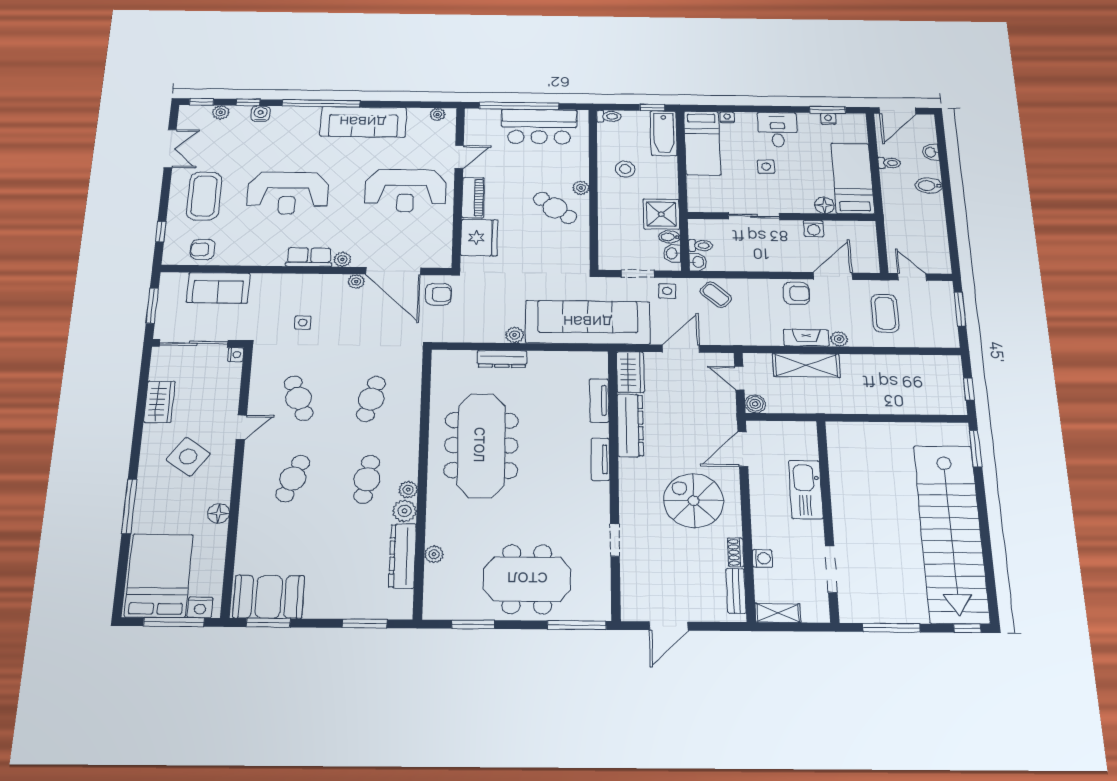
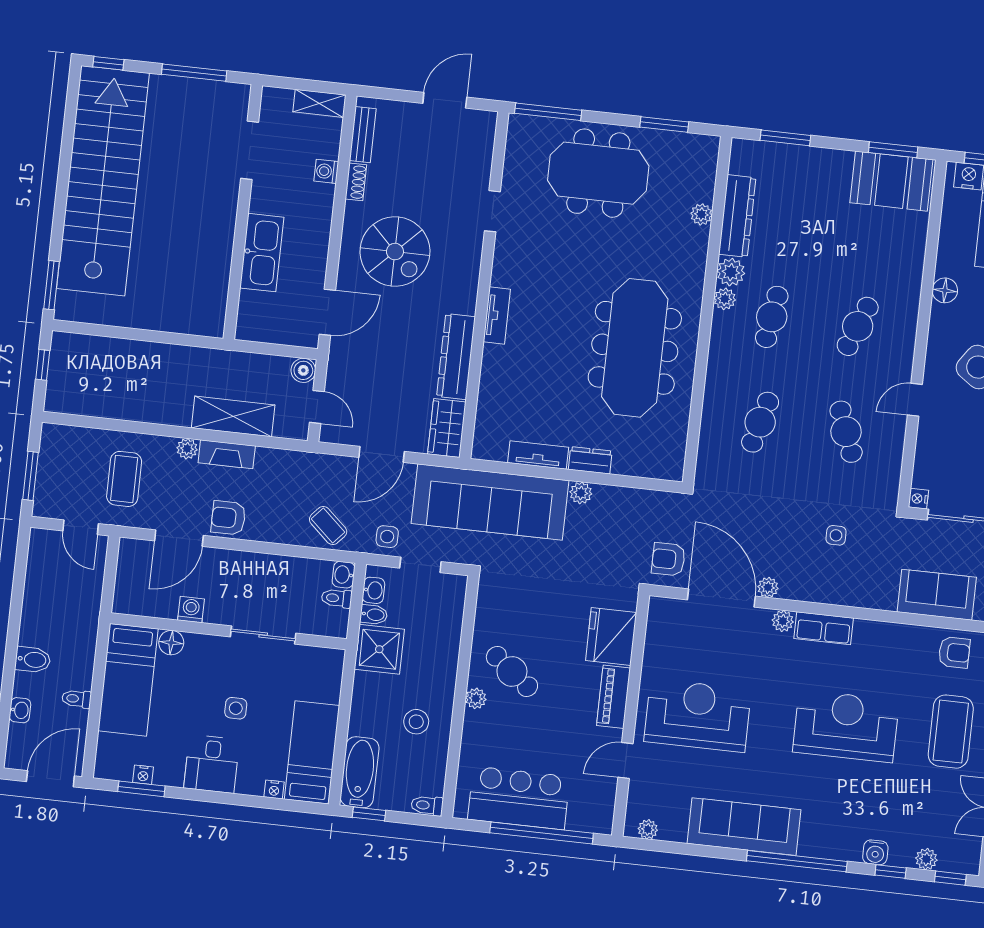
dresser: (502, 359) -> (590, 460), width x0.70
tv unit: (599, 401) -> (538, 455), moved, turned -90

